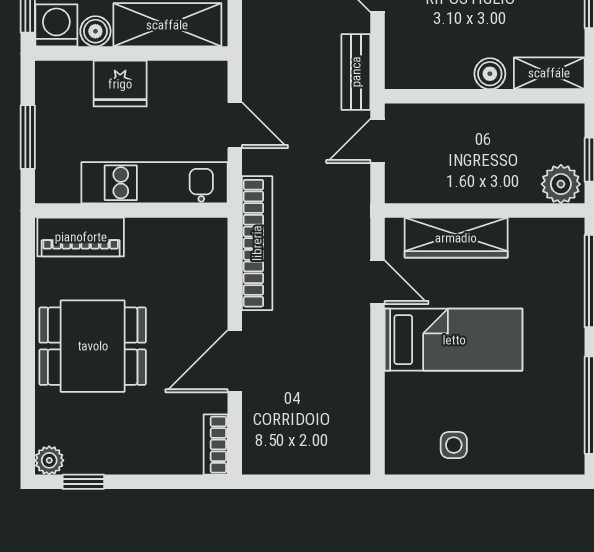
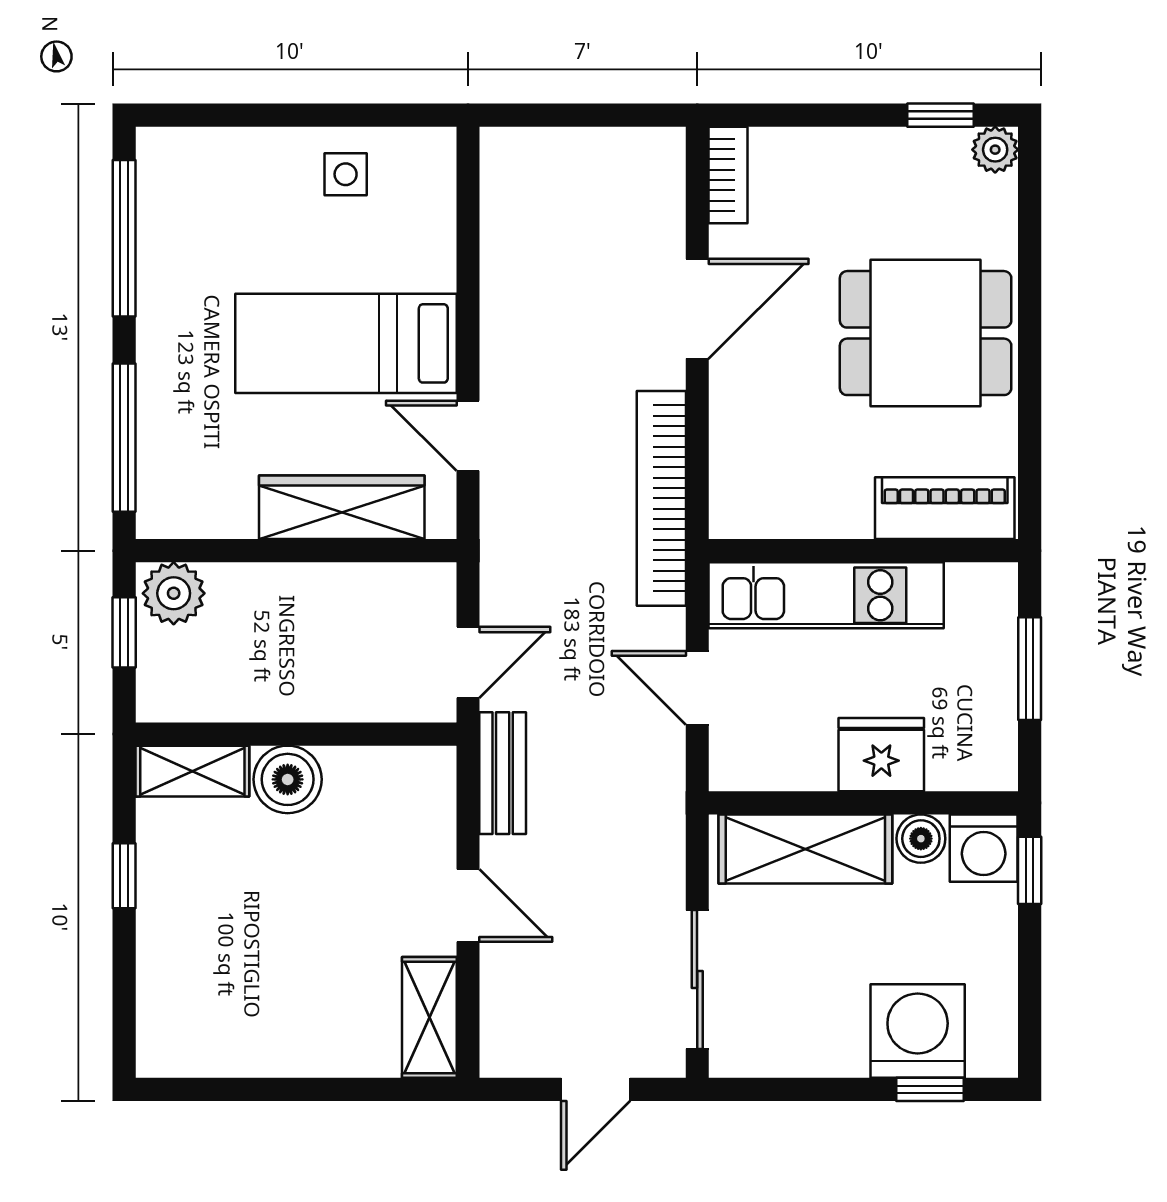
boiler: (490, 74) -> (288, 779), width x1.36, depth x1.36

